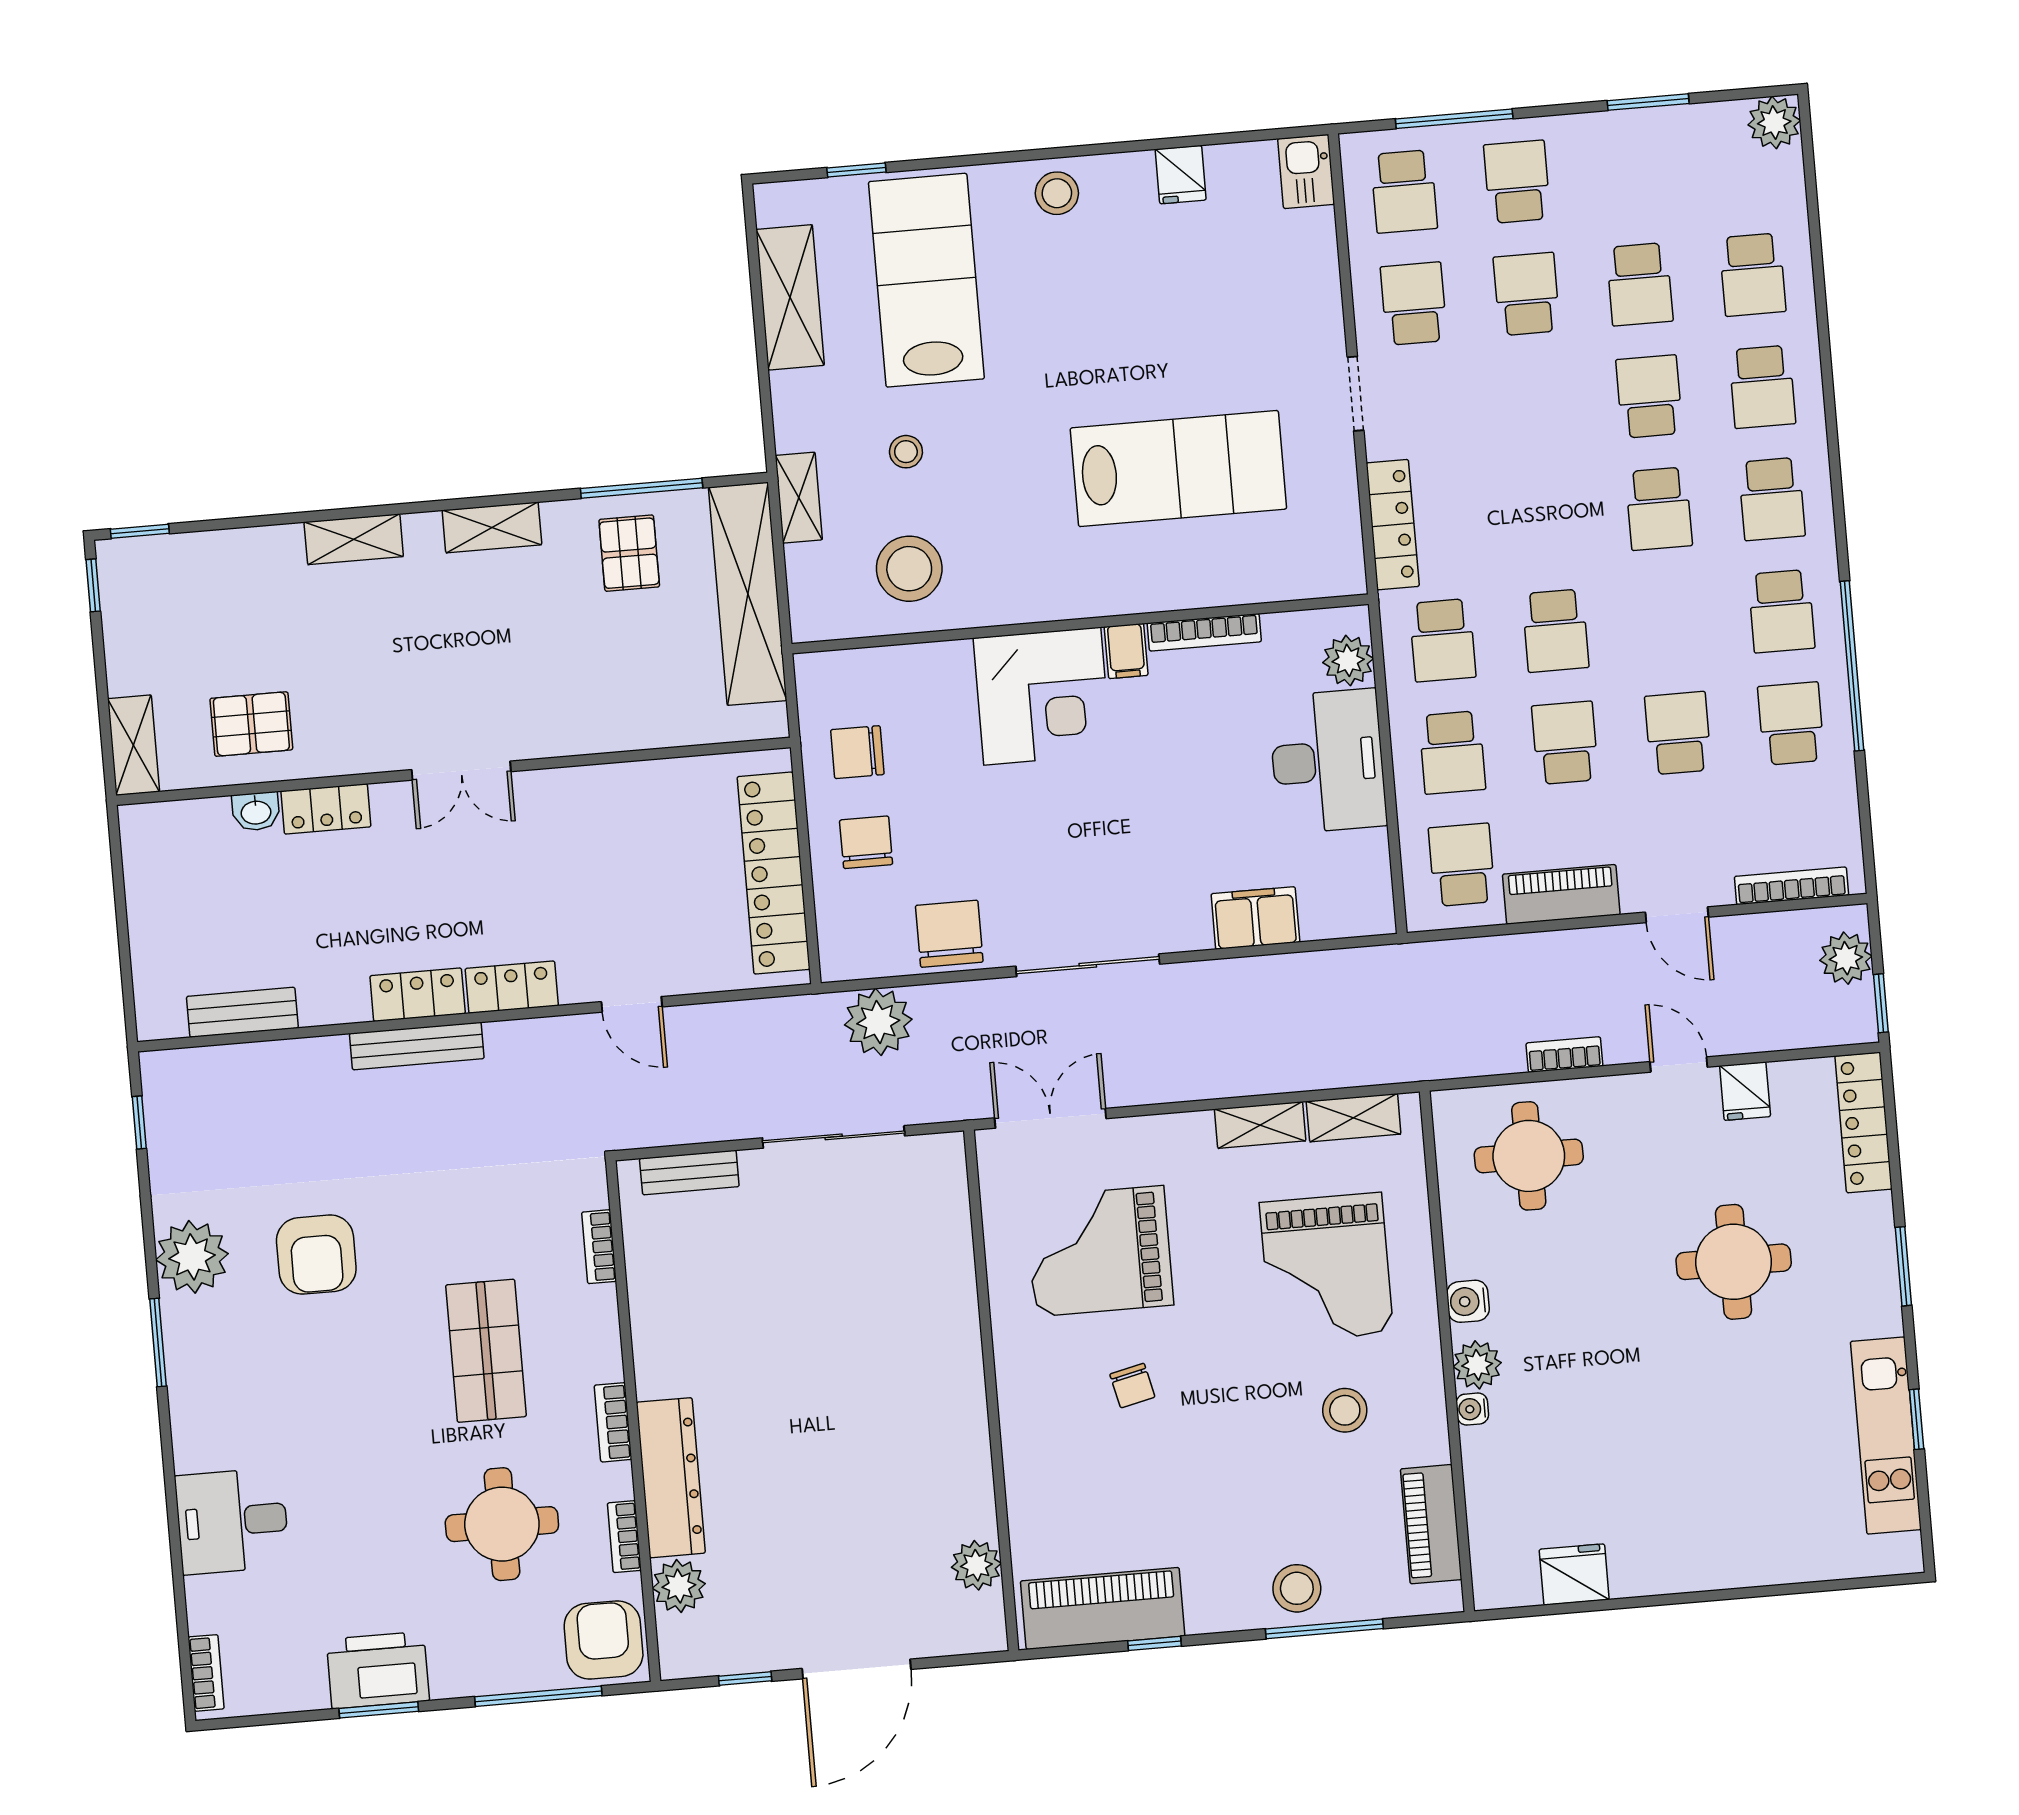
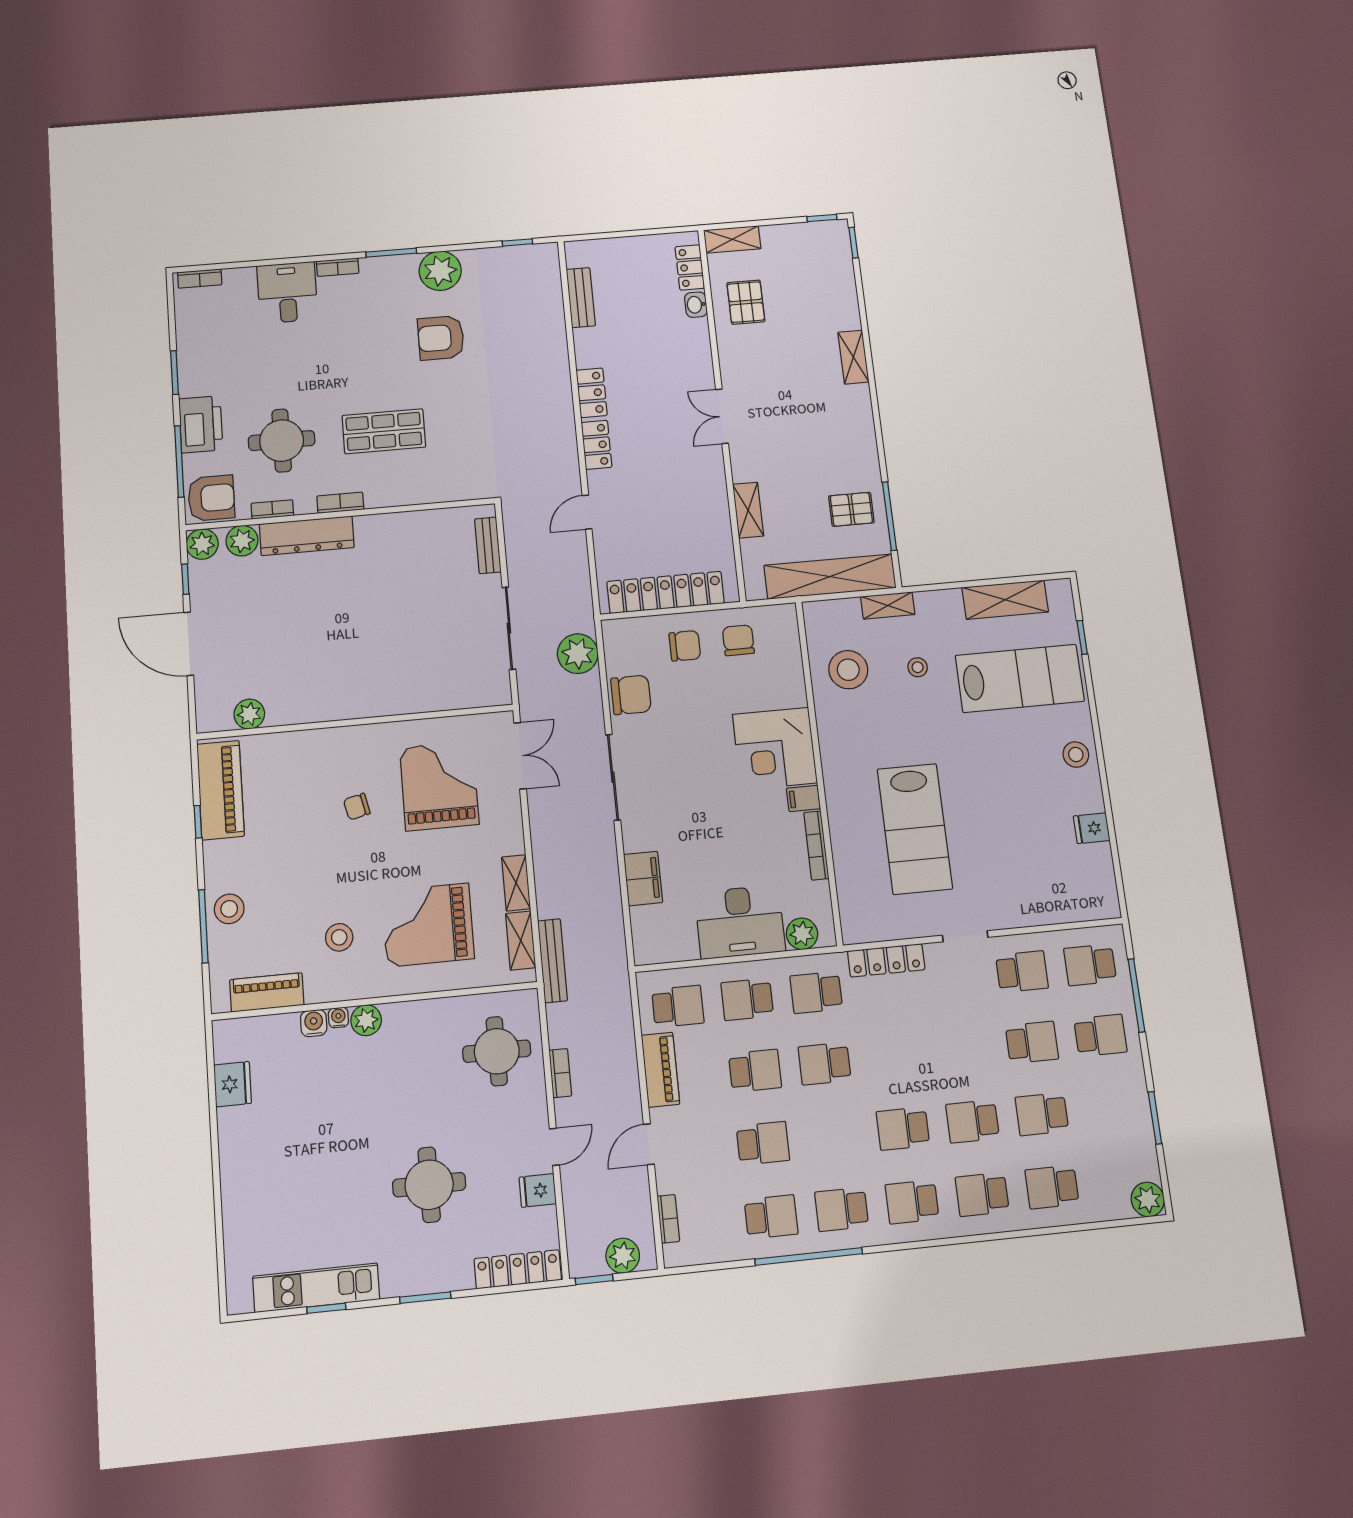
kitchen sink: (1306, 171) -> (1098, 904), removed
school desk: (1649, 396) -> (973, 1121), turned 180
shelving: (492, 527) -> (748, 510), moved
locker: (326, 809) -> (690, 267), moved
bookcase: (1791, 886) -> (668, 1219), width x0.64
bench: (417, 1046) -> (552, 961), moved
bookcase: (599, 1247) -> (338, 267), moved, turned 180
water cooler: (1468, 1301) -> (314, 1023), moved
plant: (684, 1652) -> (202, 544), added
printer: (378, 1670) -> (201, 424), moved

